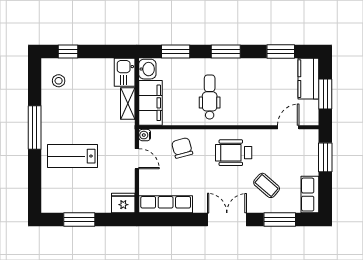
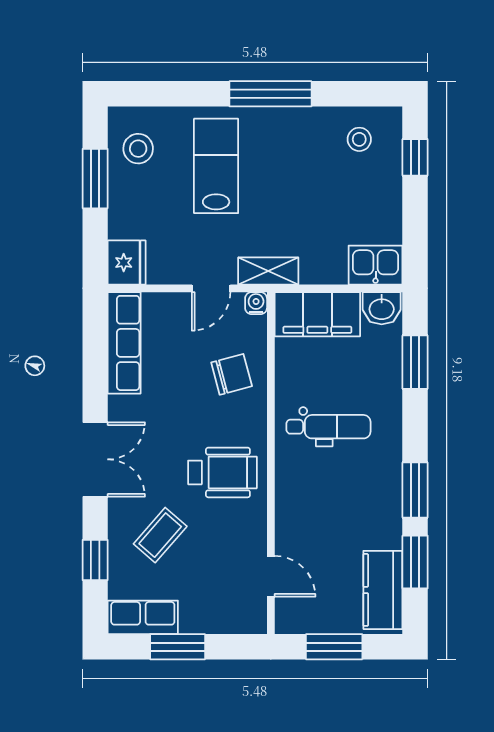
window: (226, 51) -> (415, 490), moved
kitchen counter: (308, 79) -> (383, 590), moved, turned -90
shelving: (128, 104) -> (268, 271), moved
wheelchair: (234, 153) -> (222, 472), turned 90
window: (325, 157) -> (178, 647), moved
stool: (63, 197) -> (138, 149), added
window: (280, 220) -> (95, 560), width x0.67

